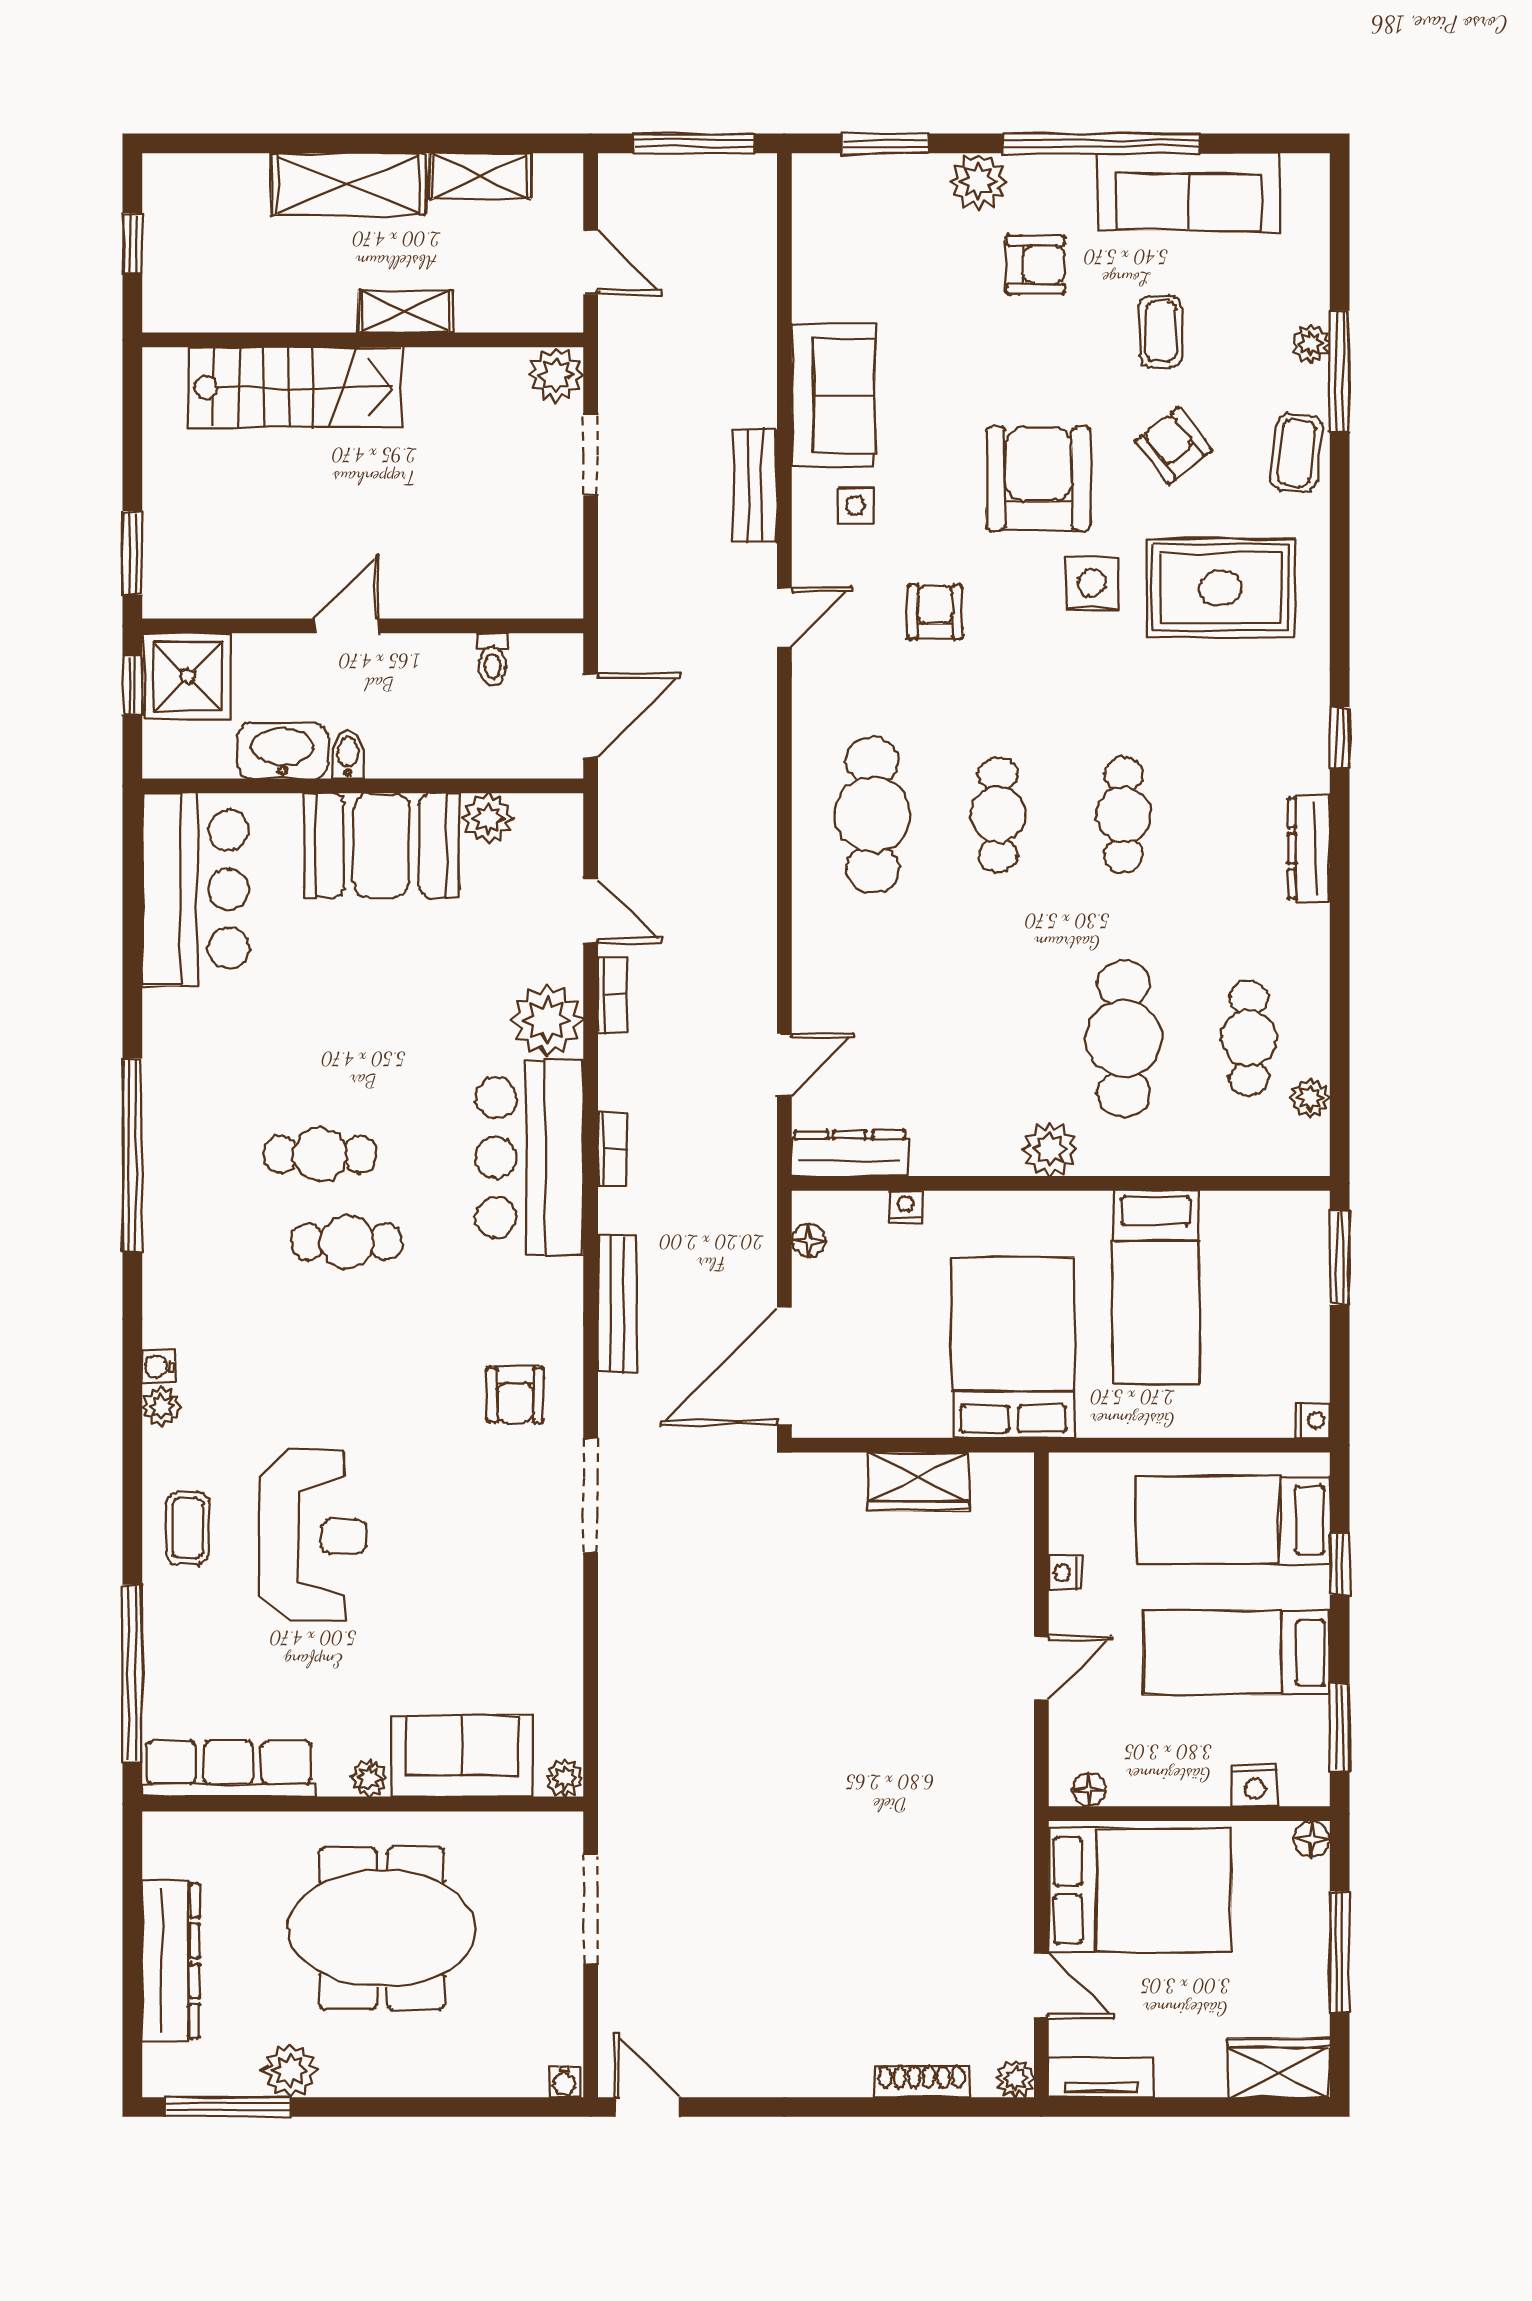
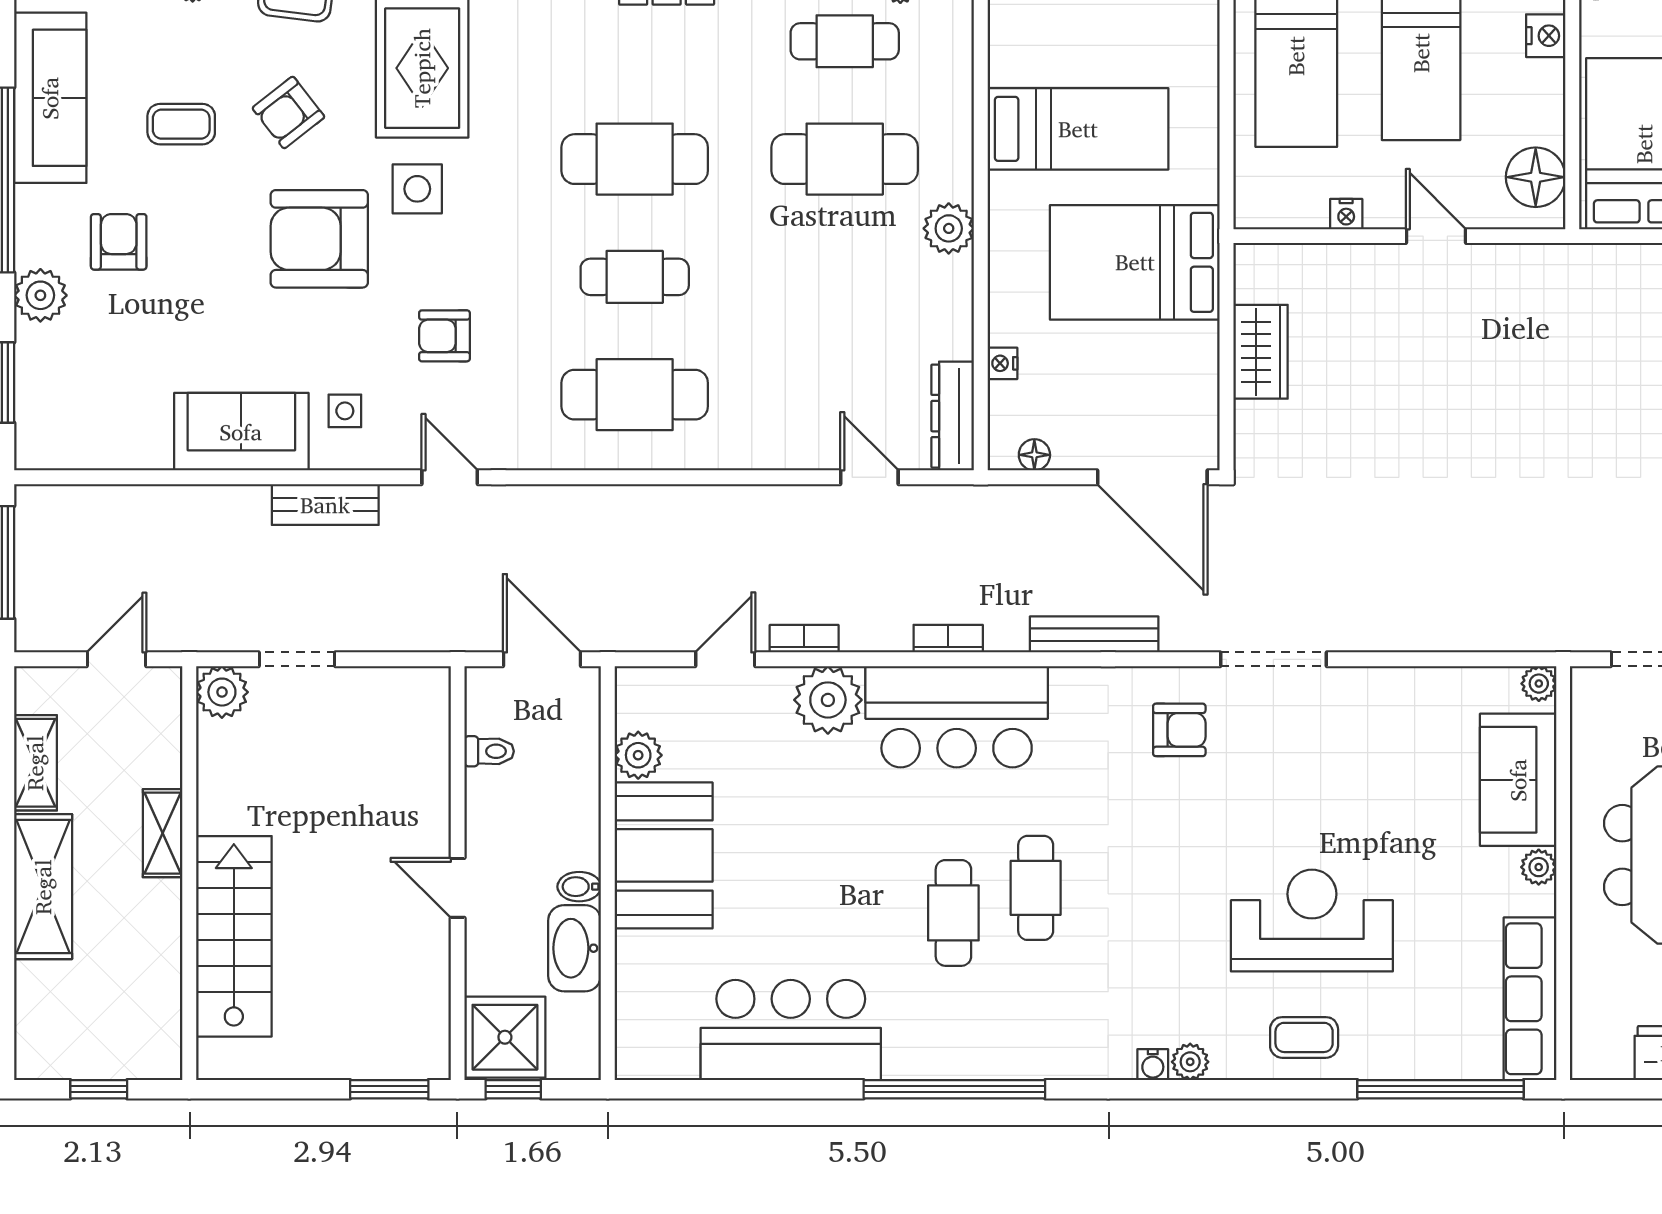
cafe table: (1124, 815) -> (635, 159), width x1.37, depth x1.35
bar counter: (195, 889) -> (791, 1030), moved
floor lamp: (1089, 1790) -> (1536, 177), width x1.89, depth x1.89

